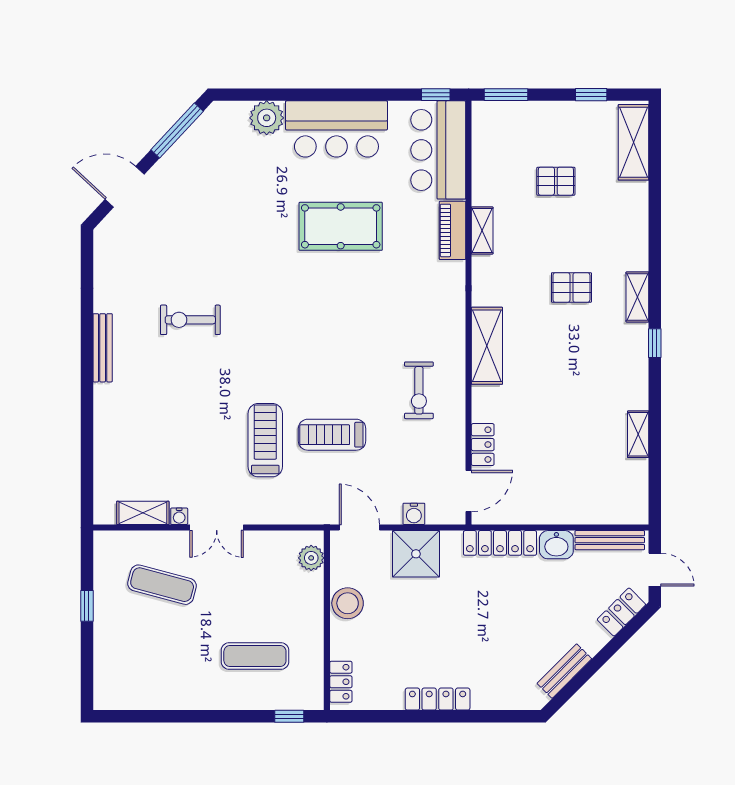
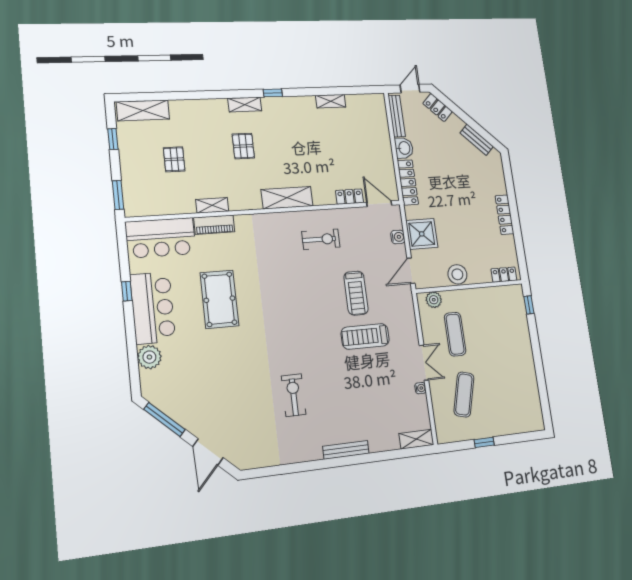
window: (436, 95) -> (127, 291), moved
exercise bike: (190, 320) -> (294, 395), turned 180
bench: (103, 348) -> (346, 450), moved
shelving: (143, 513) -> (416, 439), moved, turned 90
exercise mat: (255, 656) -> (455, 334), moved

